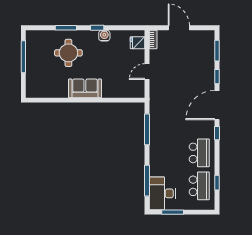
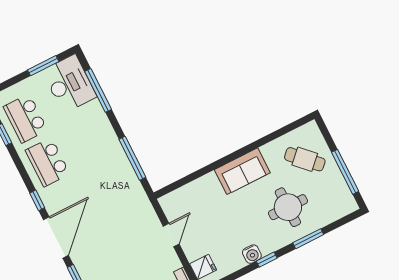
cafe table: (44, 77) -> (305, 159), added

